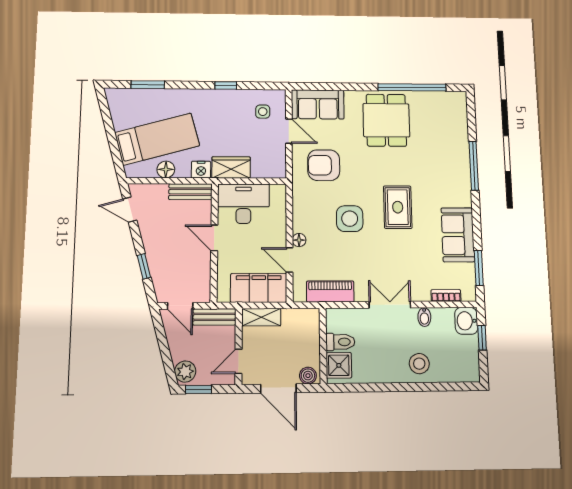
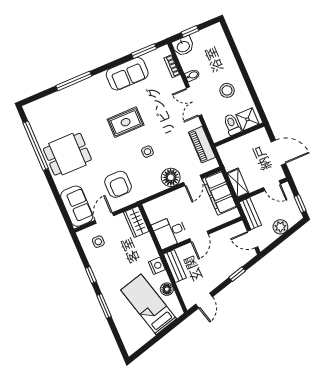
window: (148, 85) -> (104, 306), moved
wardrobe: (231, 167) -> (136, 222), moved
desk: (243, 204) -> (170, 232), width x0.73
side table: (350, 219) -> (147, 152), width x0.54, depth x0.54
floor lamp: (299, 240) -> (171, 177), width x1.89, depth x1.89
door: (180, 306) -> (253, 239), swing flipped
stool: (419, 364) -> (227, 90), moved
plant: (185, 372) -> (280, 227), moved
boiler: (308, 376) -> (262, 137), removed
door: (278, 389) -> (278, 153), hinge flipped

